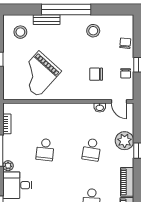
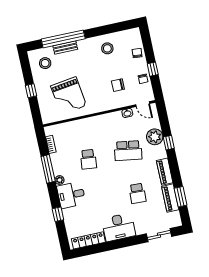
window: (66, 9) -> (63, 39), moved
grand piano: (39, 74) -> (69, 96), turned -50
school desk: (92, 150) -> (128, 151), width x1.85

